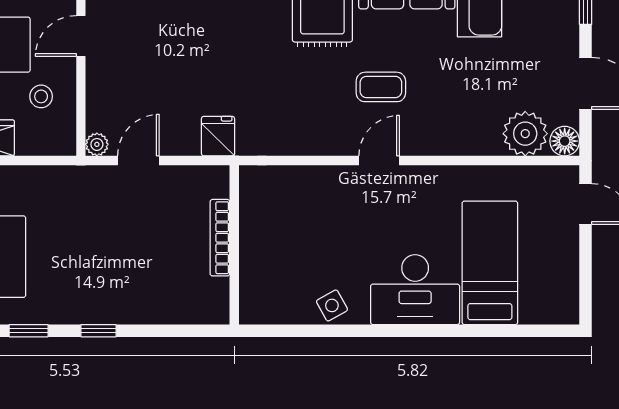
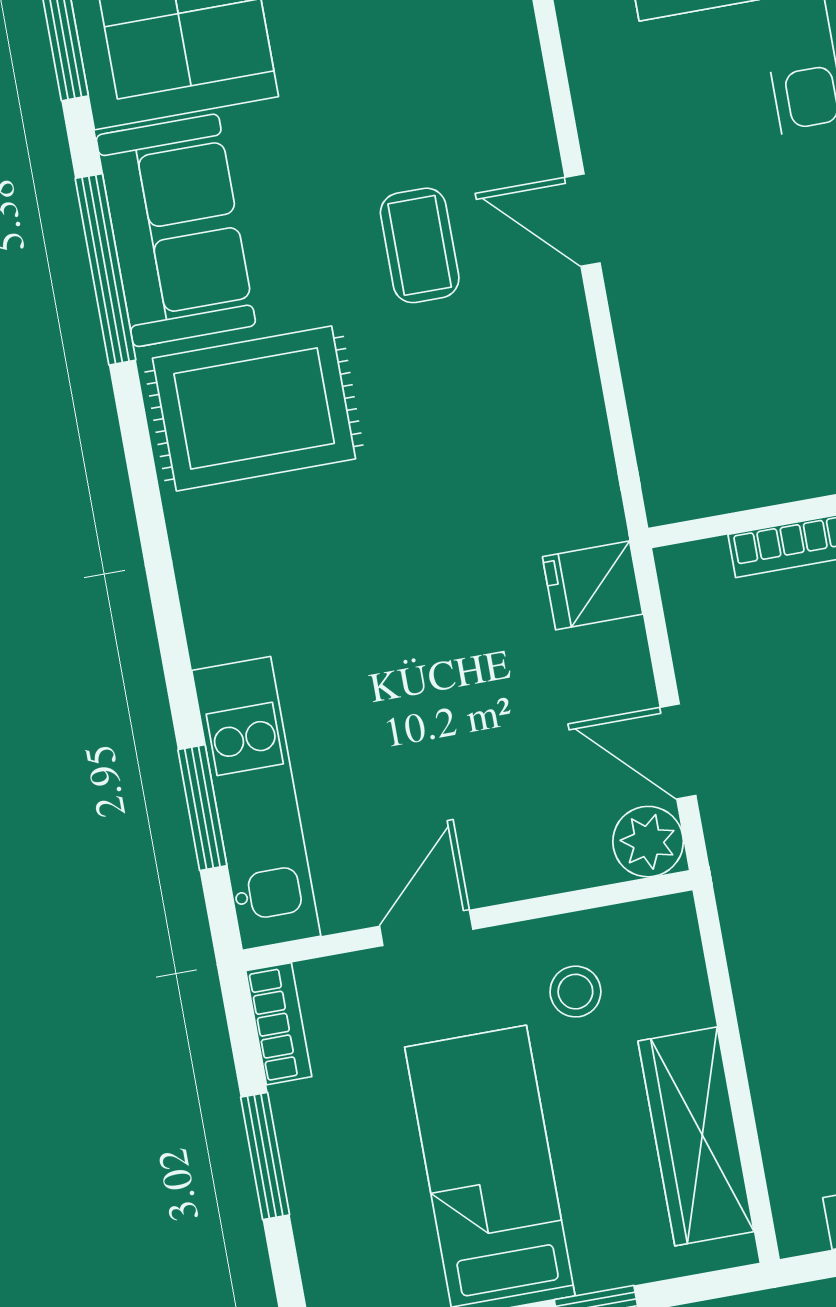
door: (81, 36) -> (426, 928), swing flipped
plant: (97, 144) -> (648, 842), width x1.38, depth x1.38

